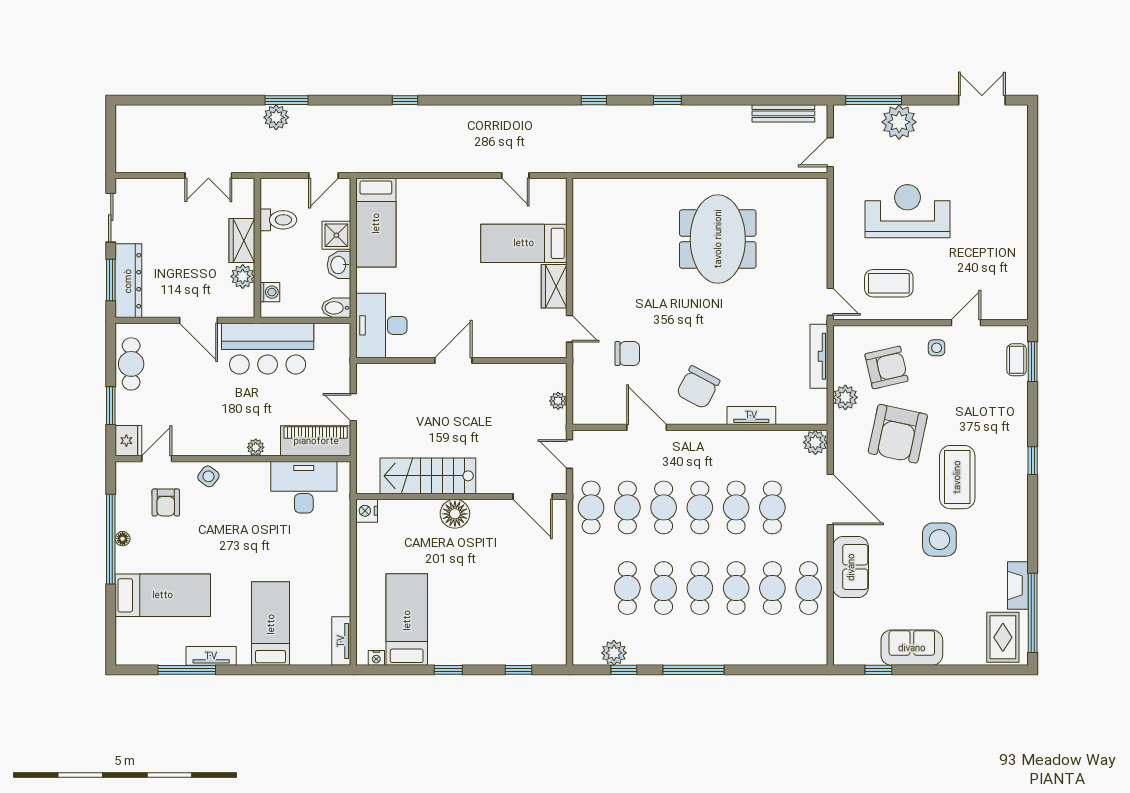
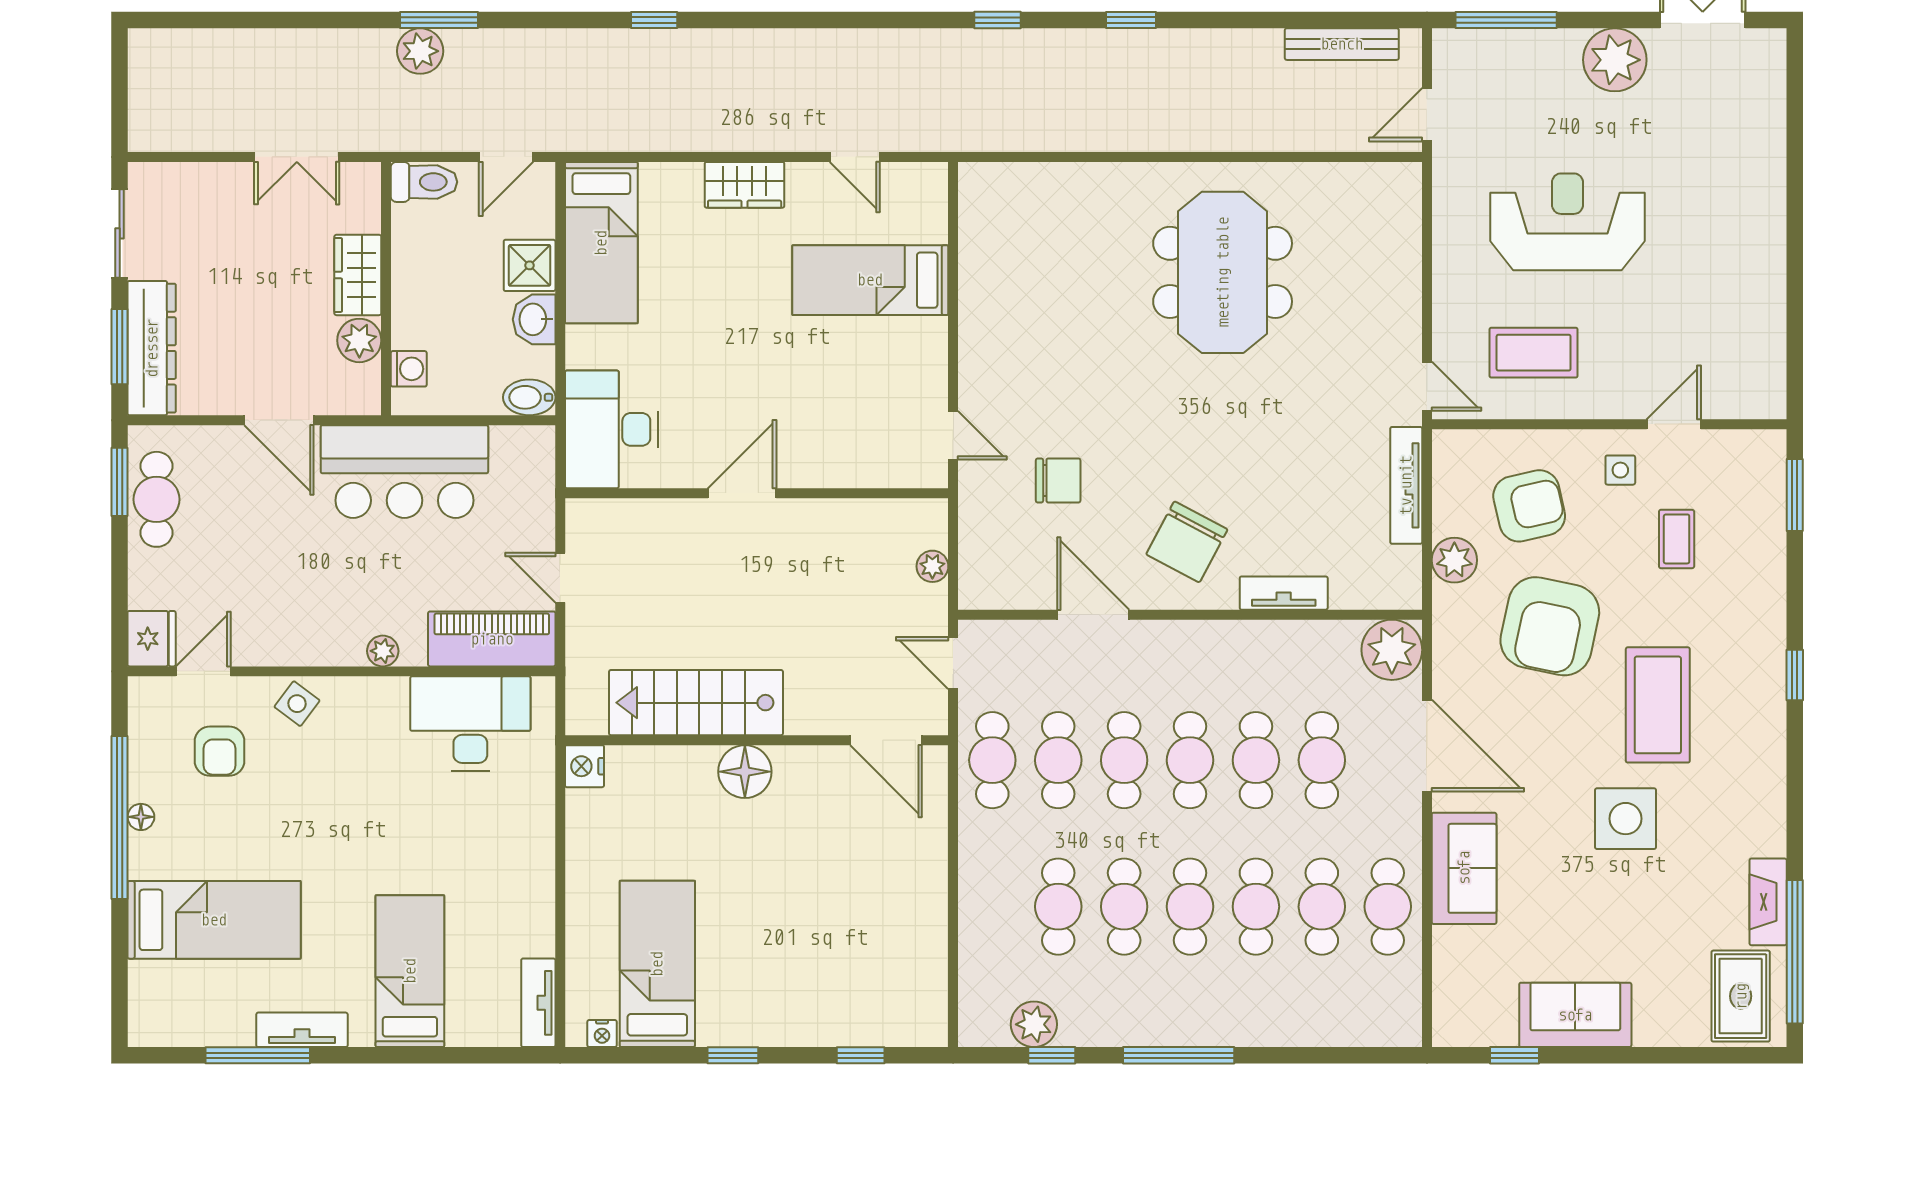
plant: (899, 122) -> (1615, 60), moved
toilet: (278, 220) -> (424, 182), moved
wardrobe: (554, 286) -> (745, 185), moved, turned -90
coffee table: (1017, 360) -> (1677, 539), moved
window: (111, 406) -> (120, 482), moved
plant: (815, 442) -> (1392, 650), width x1.36, depth x1.36

